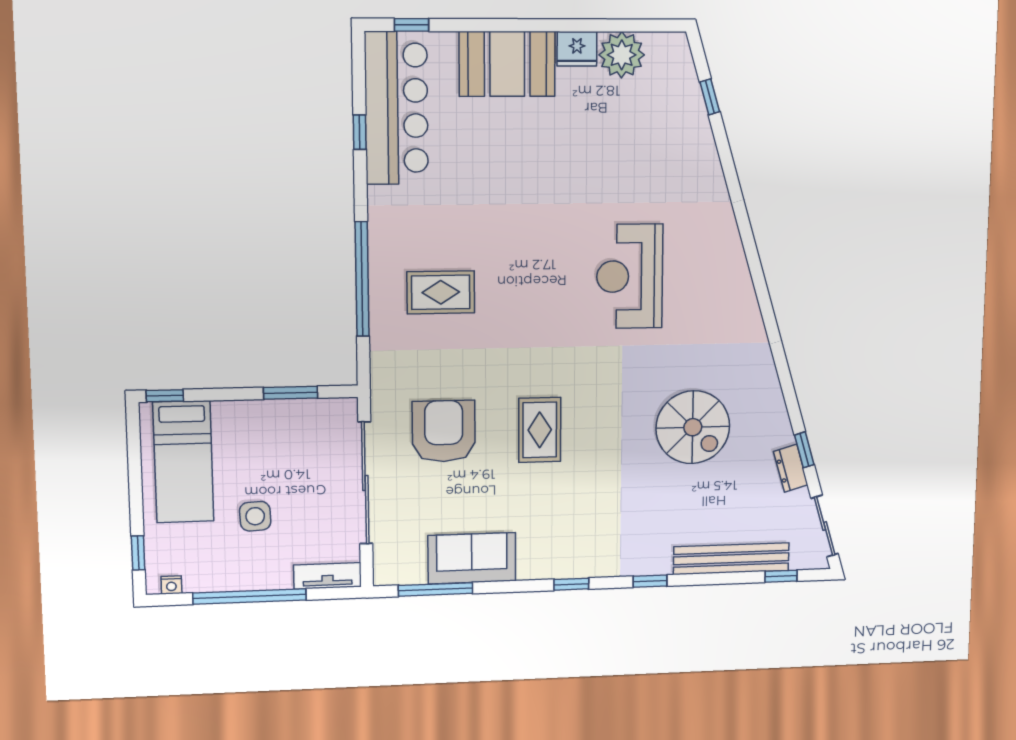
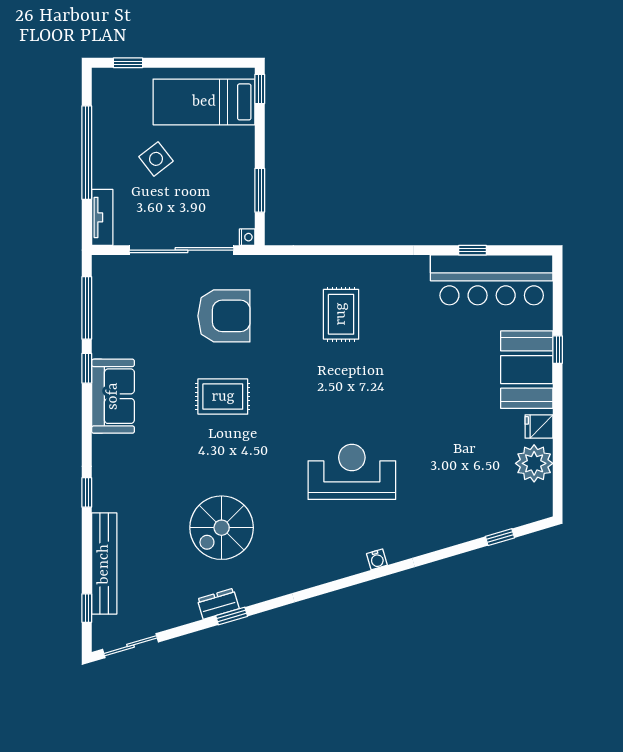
window: (411, 25) -> (558, 350), moved
fridge: (577, 49) -> (539, 426), width x0.72
water cooler: (733, 245) -> (377, 559), added
window: (362, 279) -> (353, 250), removed
window: (804, 450) -> (232, 616), moved
dresser: (791, 468) -> (218, 604), moved
side table: (255, 516) -> (156, 159), turned -35
sofa: (472, 558) -> (113, 396), moved
window: (571, 584) -> (87, 368), moved
nightstand: (171, 585) -> (247, 237), moved, turned 180

